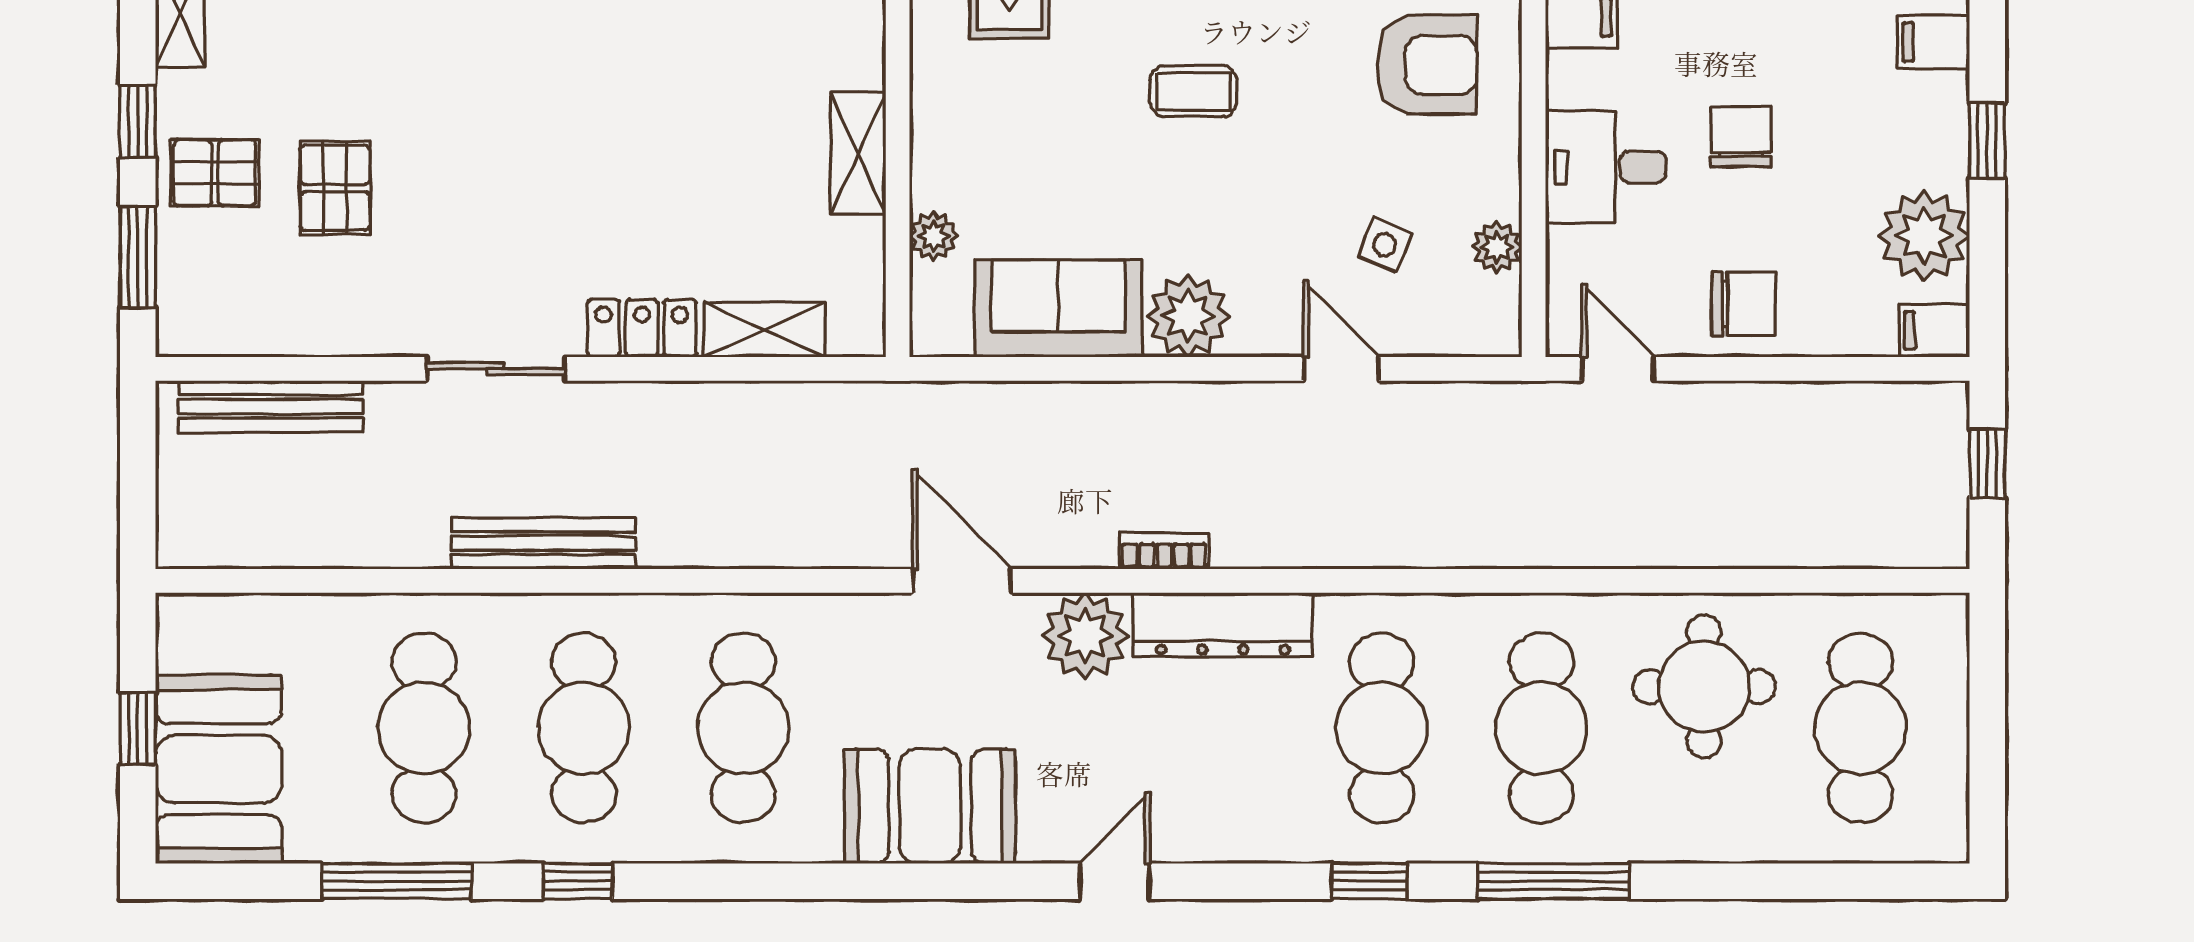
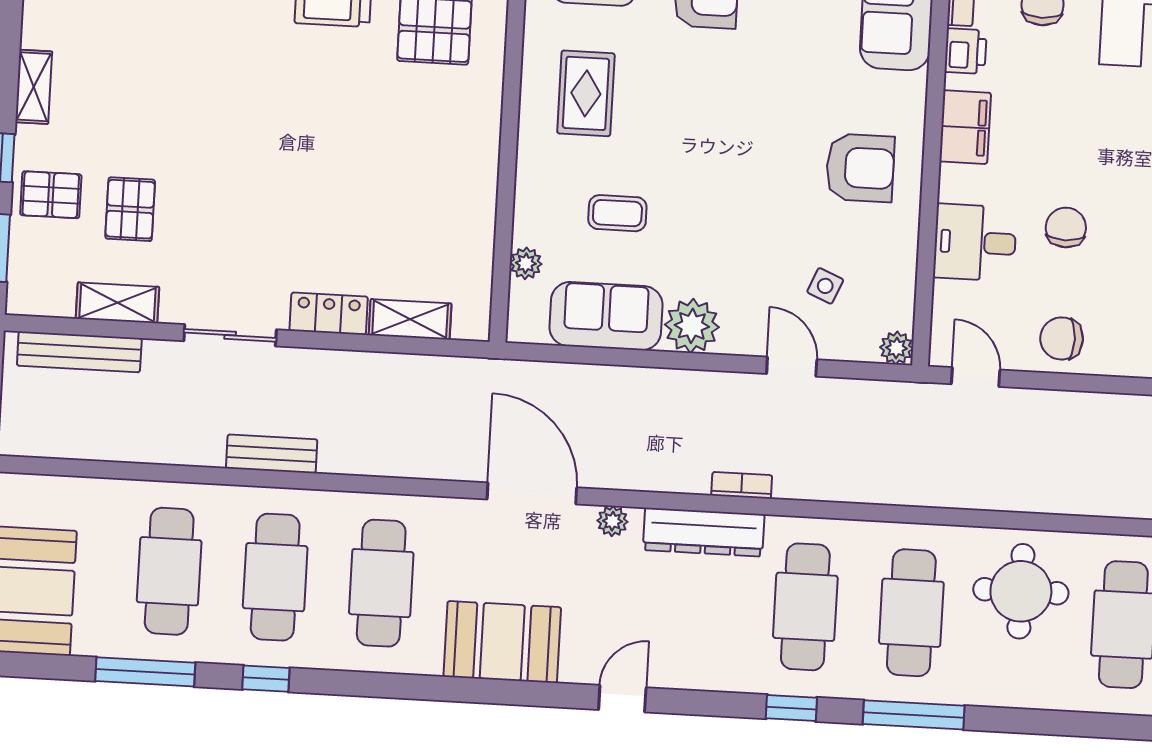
coffee table: (1193, 91) -> (617, 213), moved
shelving: (858, 153) -> (117, 303), moved, turned 90
plant: (1497, 247) -> (897, 348), moved
chair: (1744, 304) -> (1062, 338), turned 180
bench: (543, 543) -> (272, 454), width x0.73
bookcase: (1164, 551) -> (742, 485), moved
door: (962, 581) -> (532, 493), width x1.36
plant: (1085, 636) -> (612, 521), width x0.53, depth x0.53

